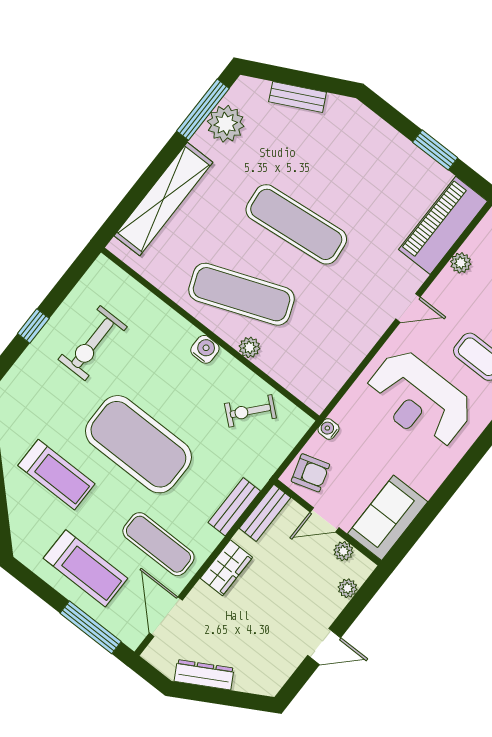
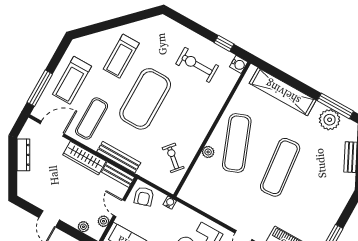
window: (33, 326) -> (224, 43), moved
water cooler: (205, 349) -> (239, 64), moved
bench: (234, 507) -> (119, 157), width x1.36
wardrobe: (226, 568) -> (84, 158), width x1.50

